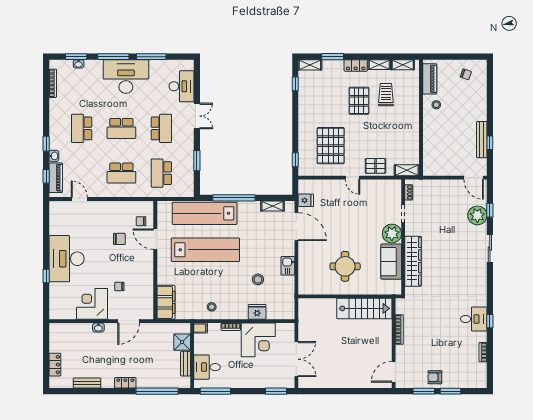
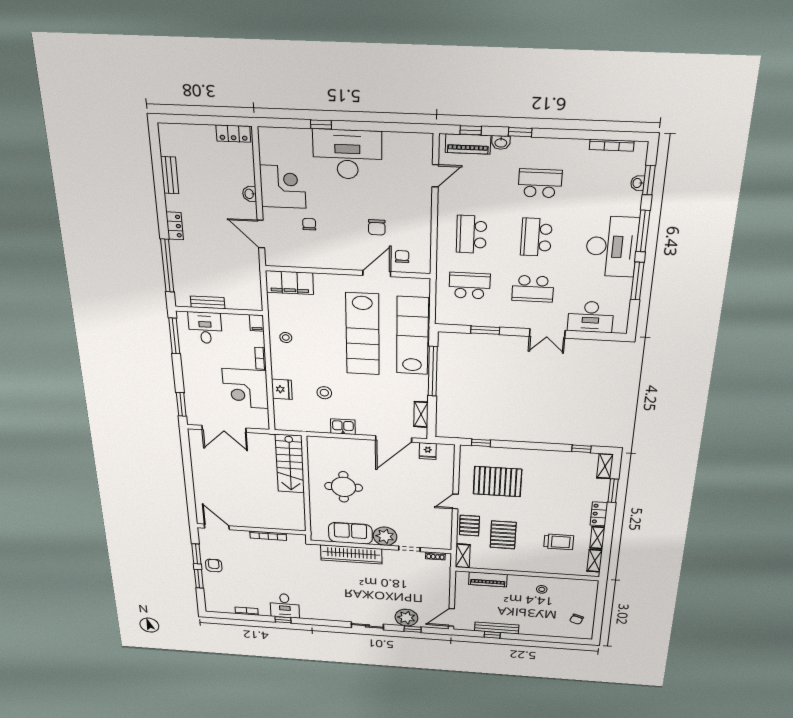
piano: (430, 79) -> (488, 579), moved
pallet: (359, 101) -> (503, 535), moved, turned 90
stairs: (364, 308) -> (290, 464), moved
shower: (182, 342) -> (236, 300), removed
locker: (55, 365) -> (233, 134), moved

